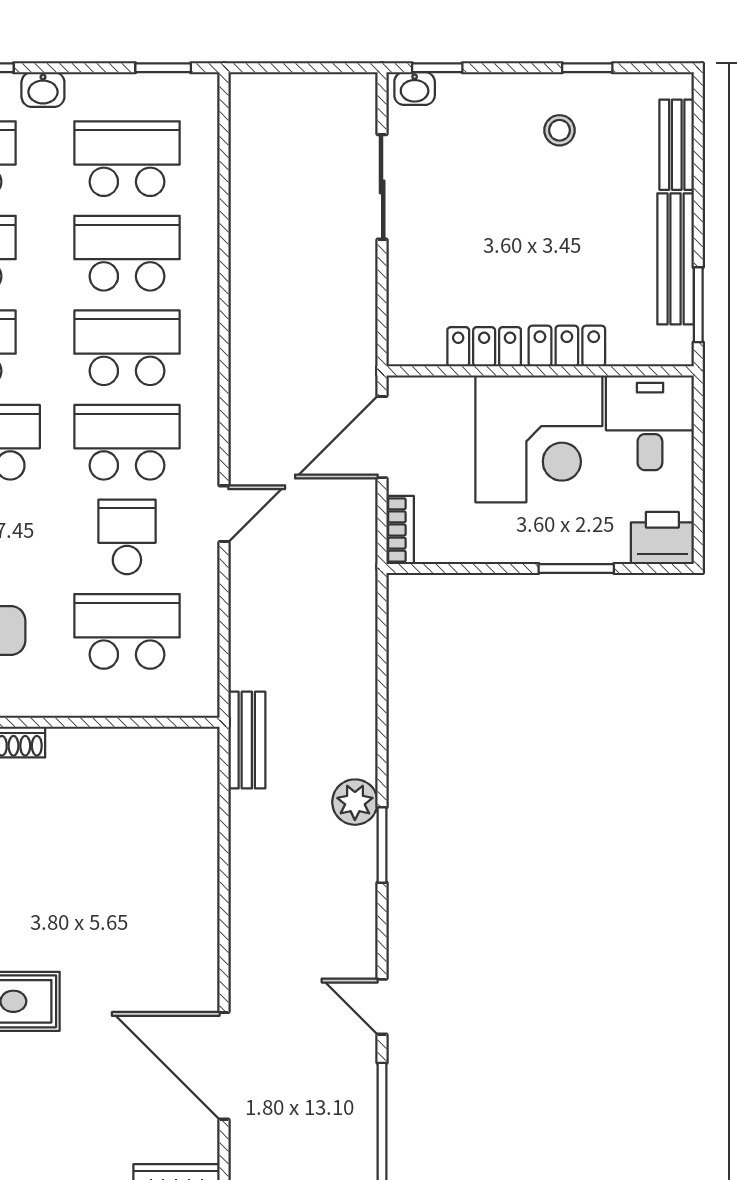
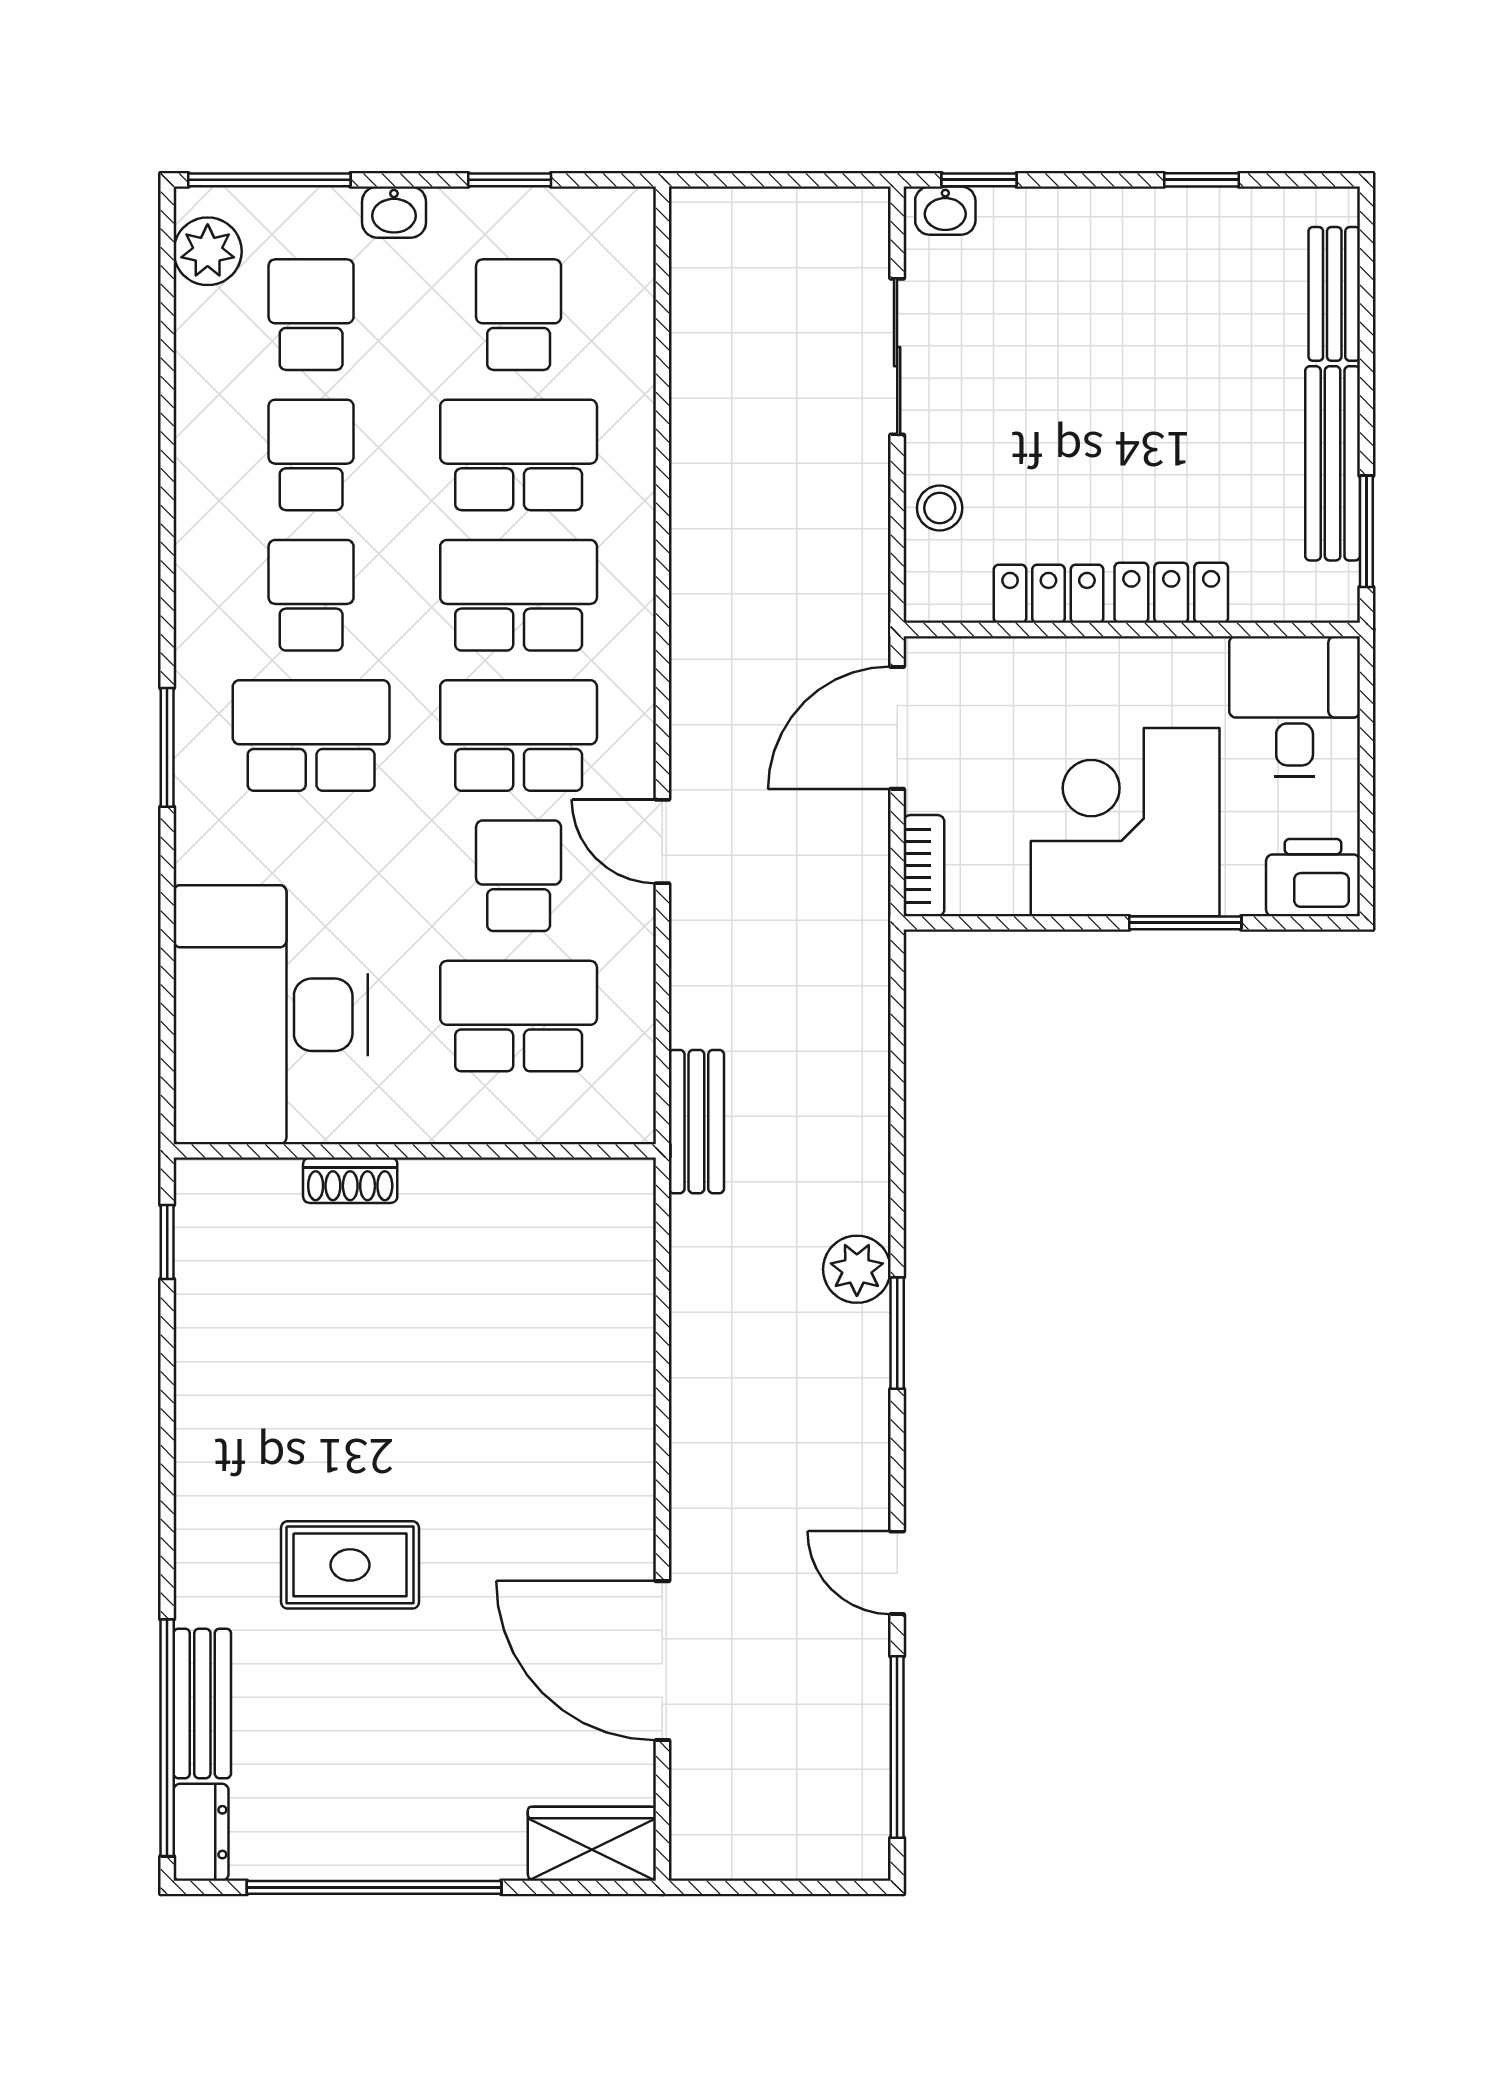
window: (163, 68) -> (510, 180), moved
stool: (560, 130) -> (940, 508), moved
school desk: (127, 159) -> (519, 315), width x0.54
corner desk: (539, 439) -> (1125, 822), moved, turned 180
door: (224, 514) -> (662, 841), swing flipped
bench: (247, 740) -> (696, 1122), moved

